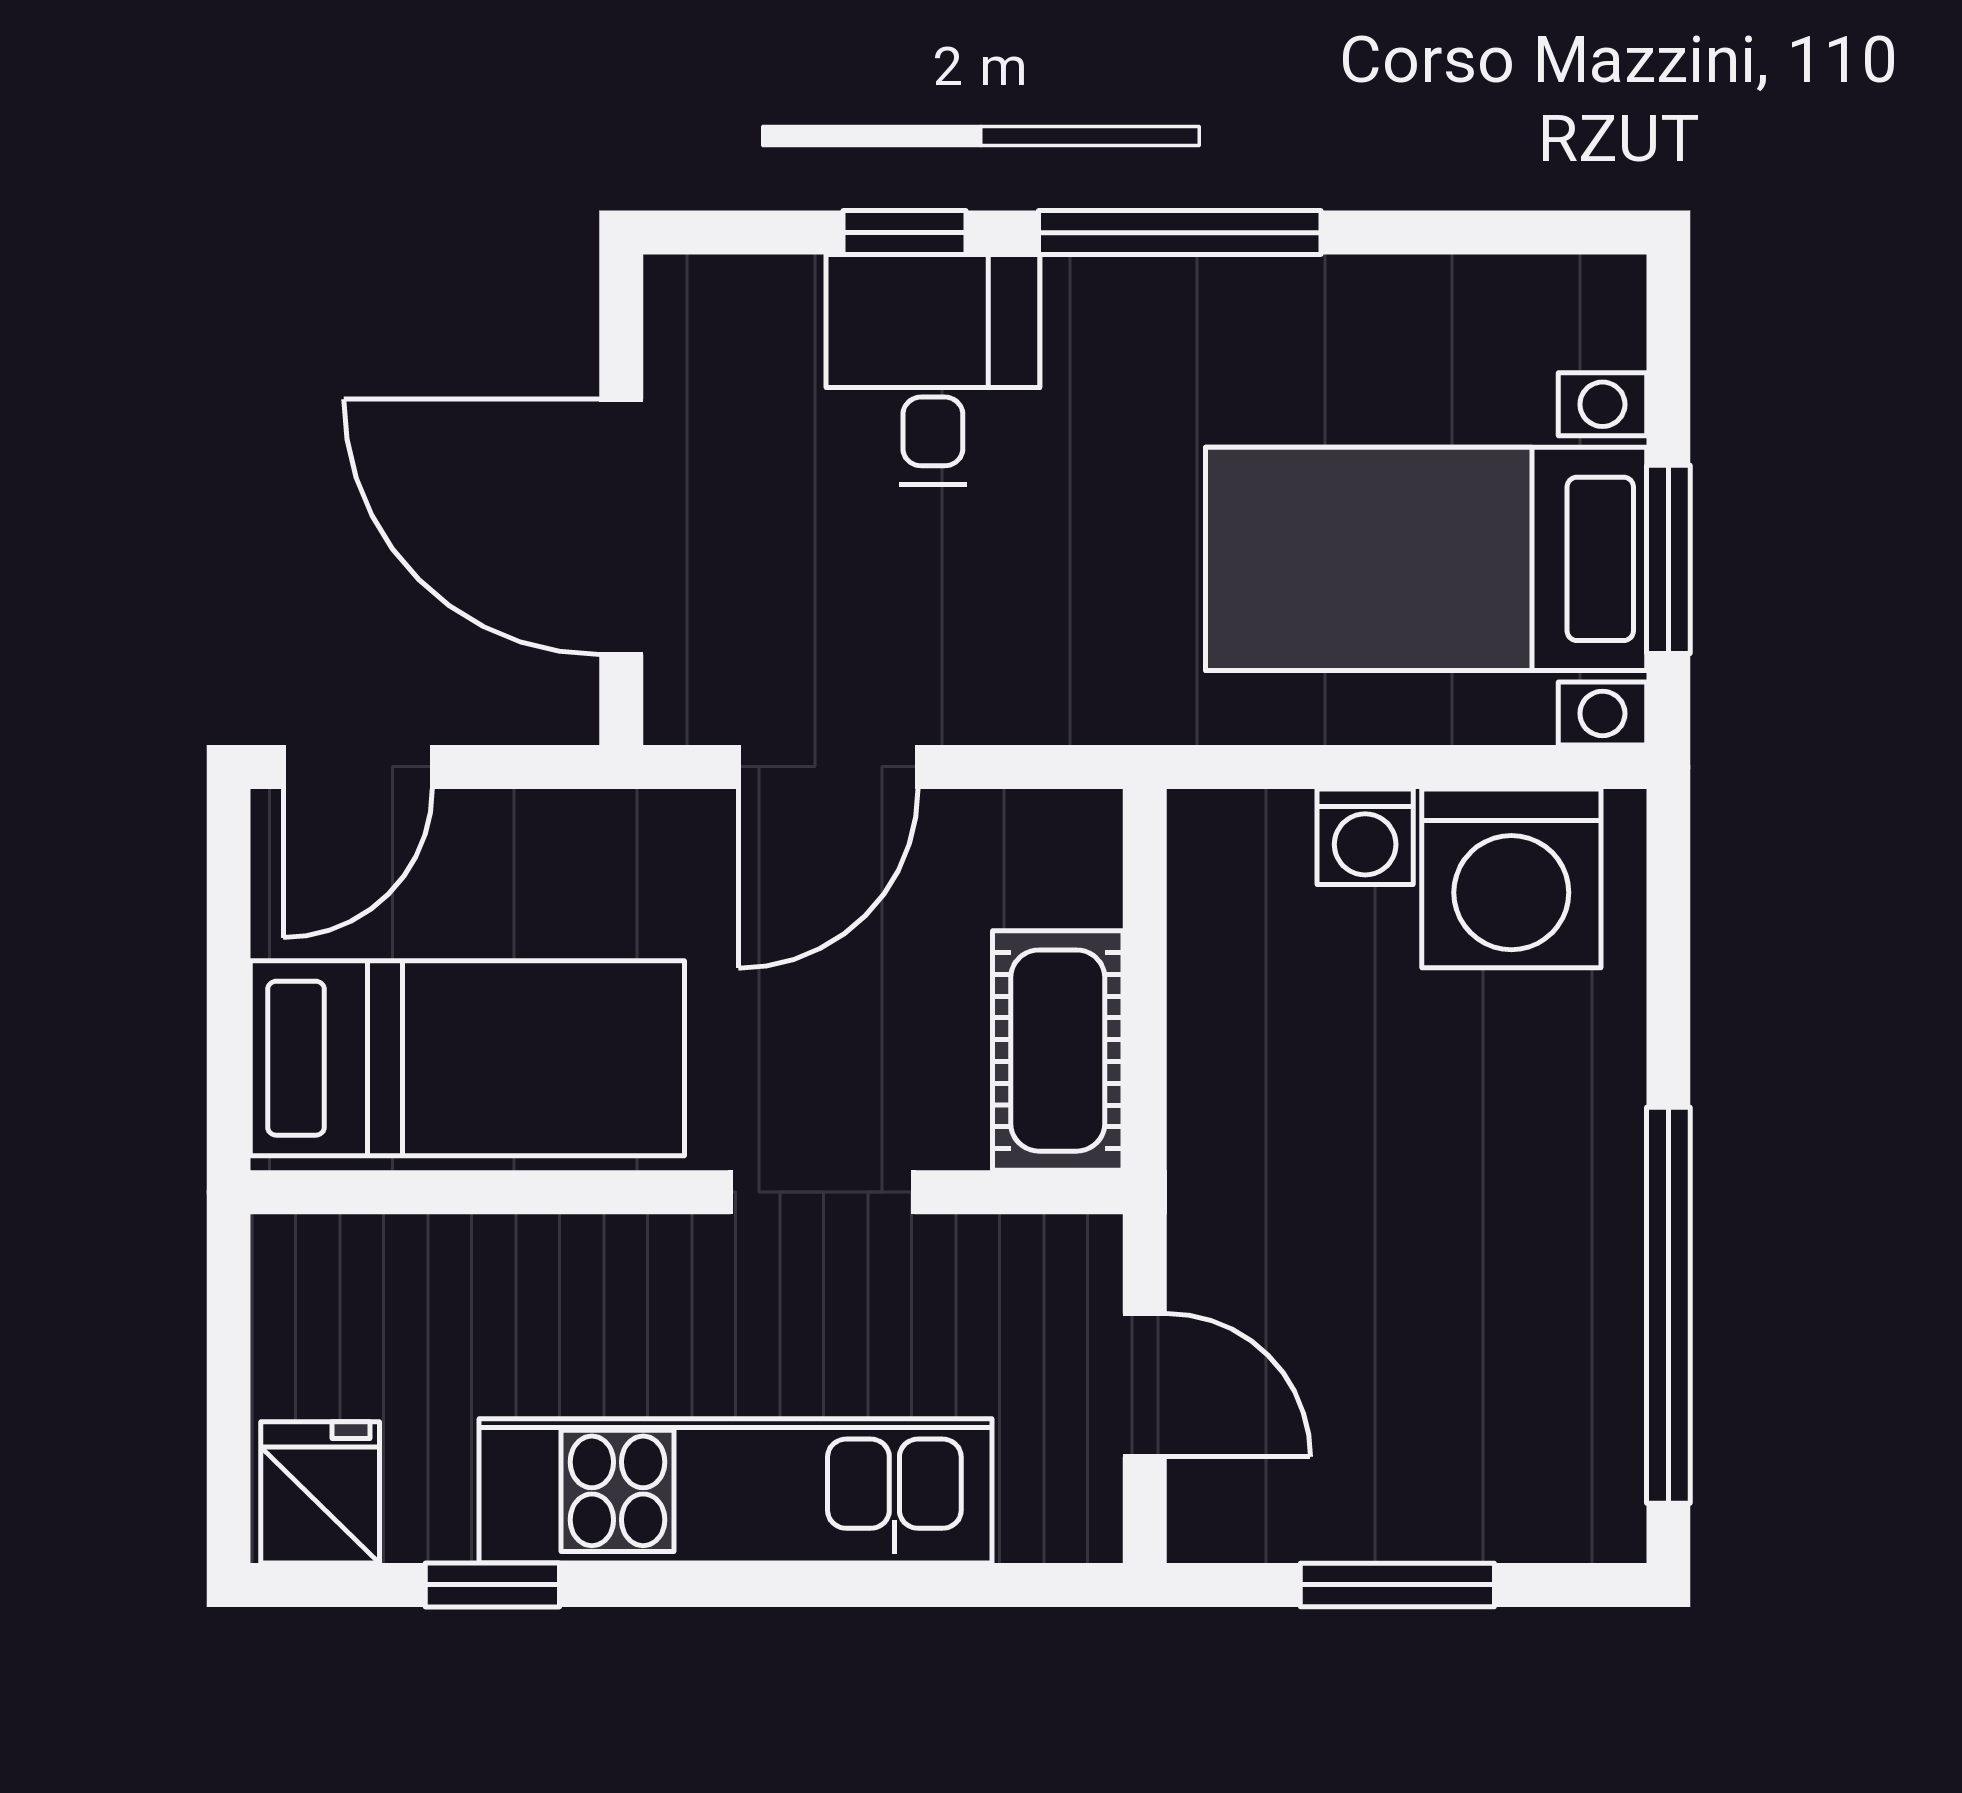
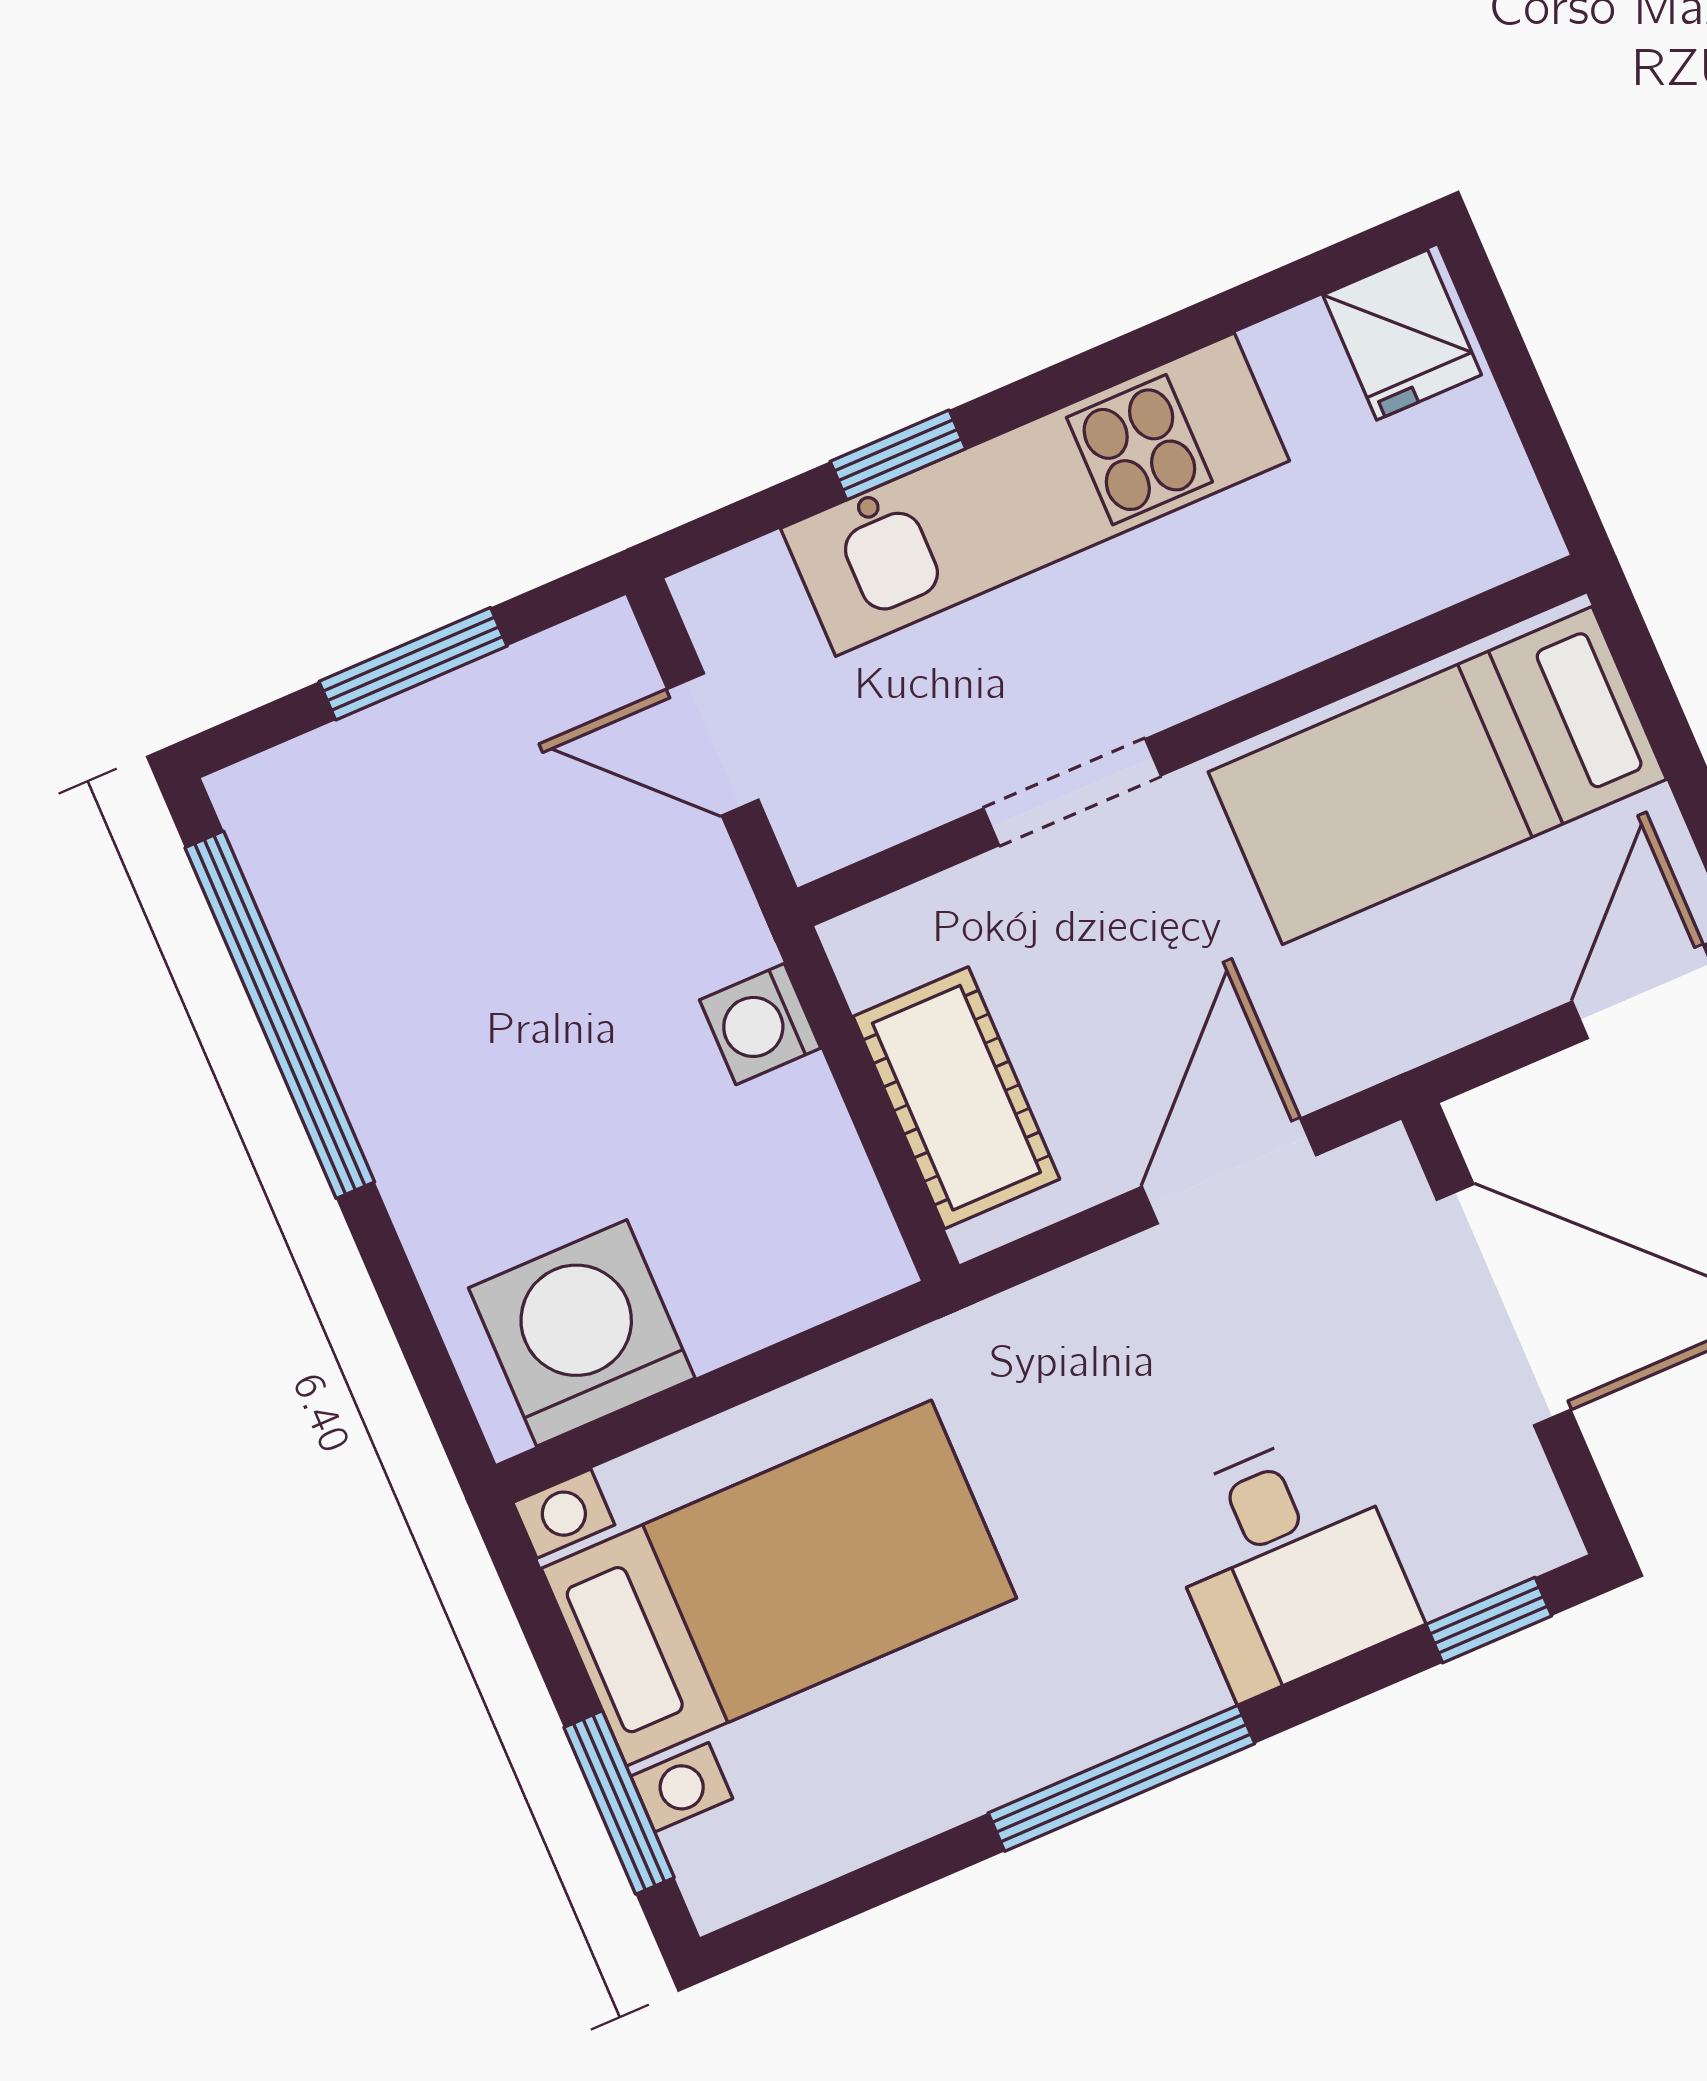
window: (905, 233) -> (1489, 1620), moved
window: (1668, 559) -> (619, 1803), moved
washing machine: (1365, 837) -> (760, 1024), moved, turned -90
cot: (1058, 1051) -> (956, 1098), moved
window: (492, 1585) -> (898, 455), moved

